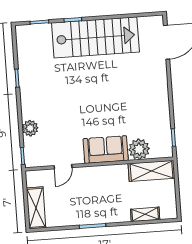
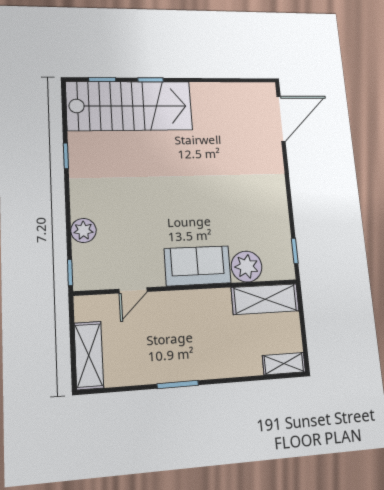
stairs: (95, 37) -> (129, 106), moved
shelving: (145, 214) -> (284, 364), moved

